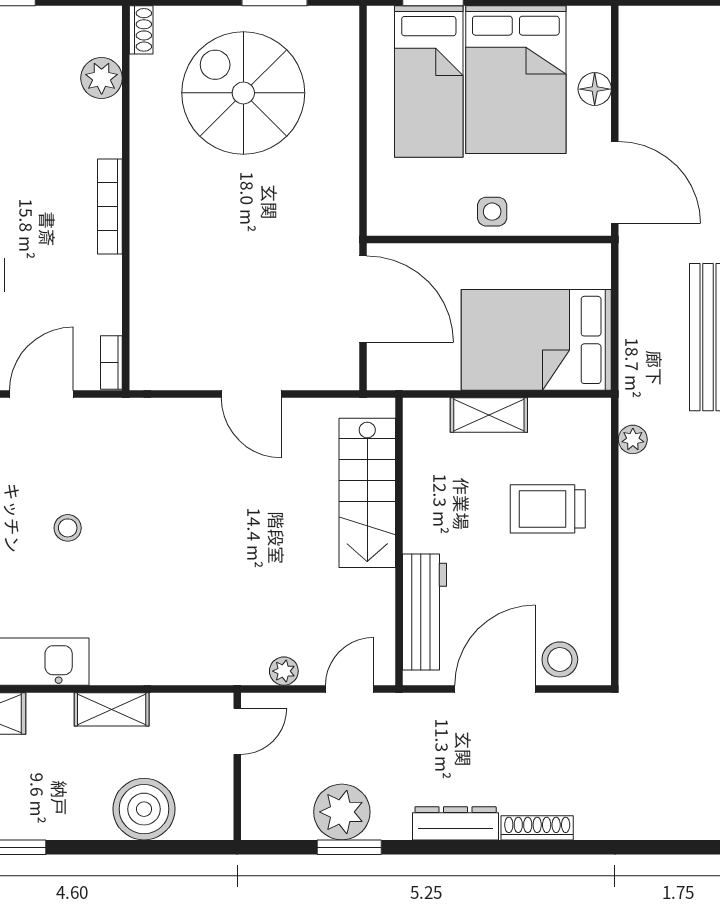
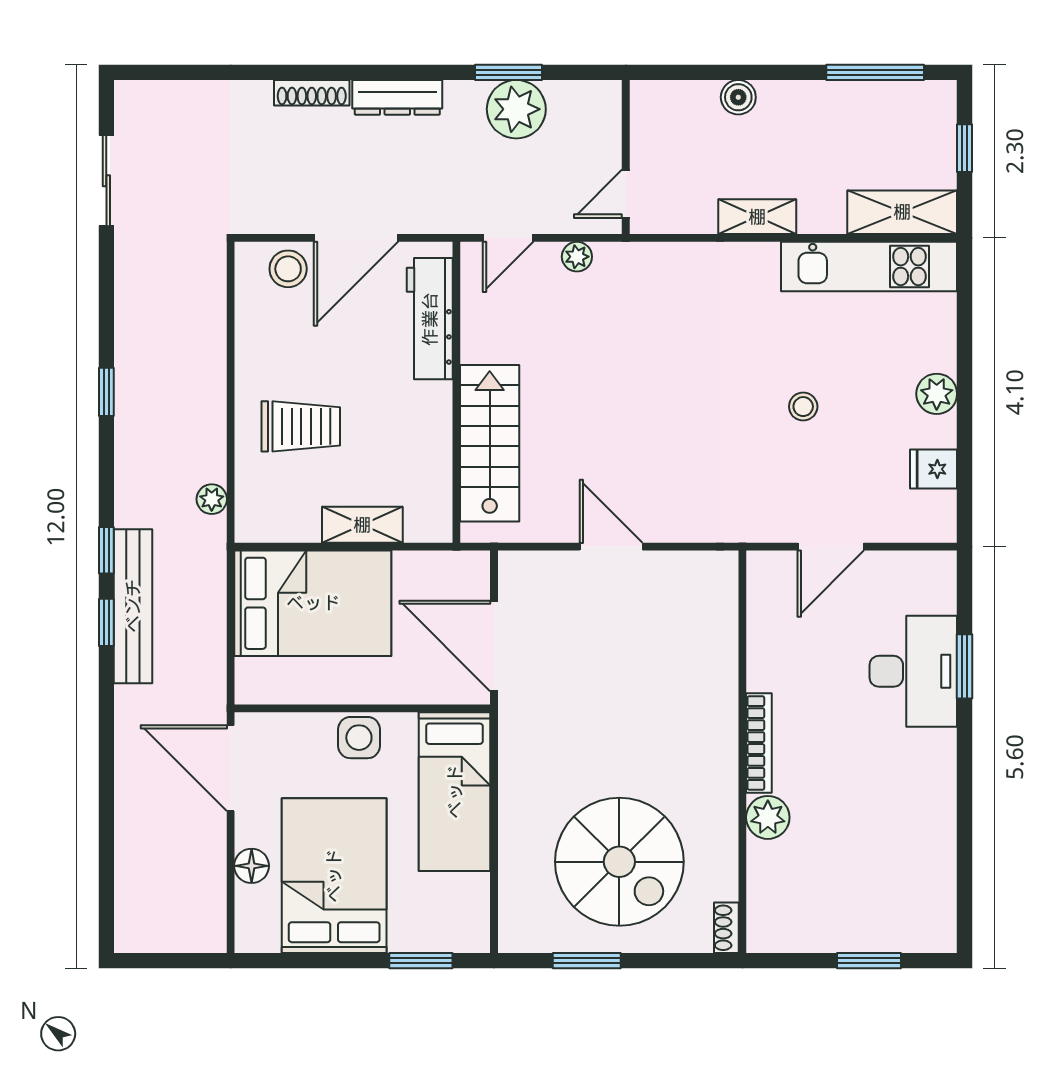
plant: (102, 78) -> (768, 817), moved
bed: (429, 82) -> (455, 792), moved, turned 180
side table: (492, 212) -> (359, 738), width x1.37, depth x1.37
bookcase: (111, 362) -> (757, 580), removed
boiler: (144, 809) -> (738, 97), width x0.54, depth x0.54

